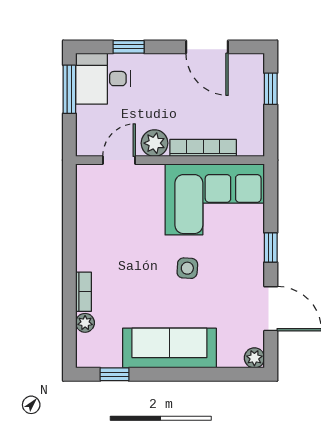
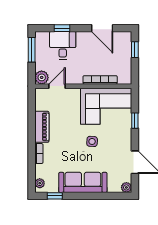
desk: (103, 79) -> (63, 45), moved, turned 90
plant: (154, 143) -> (42, 77), moved
piano: (89, 240) -> (42, 127), added
window: (271, 248) -> (135, 121), moved
plant: (85, 323) -> (40, 183), moved

